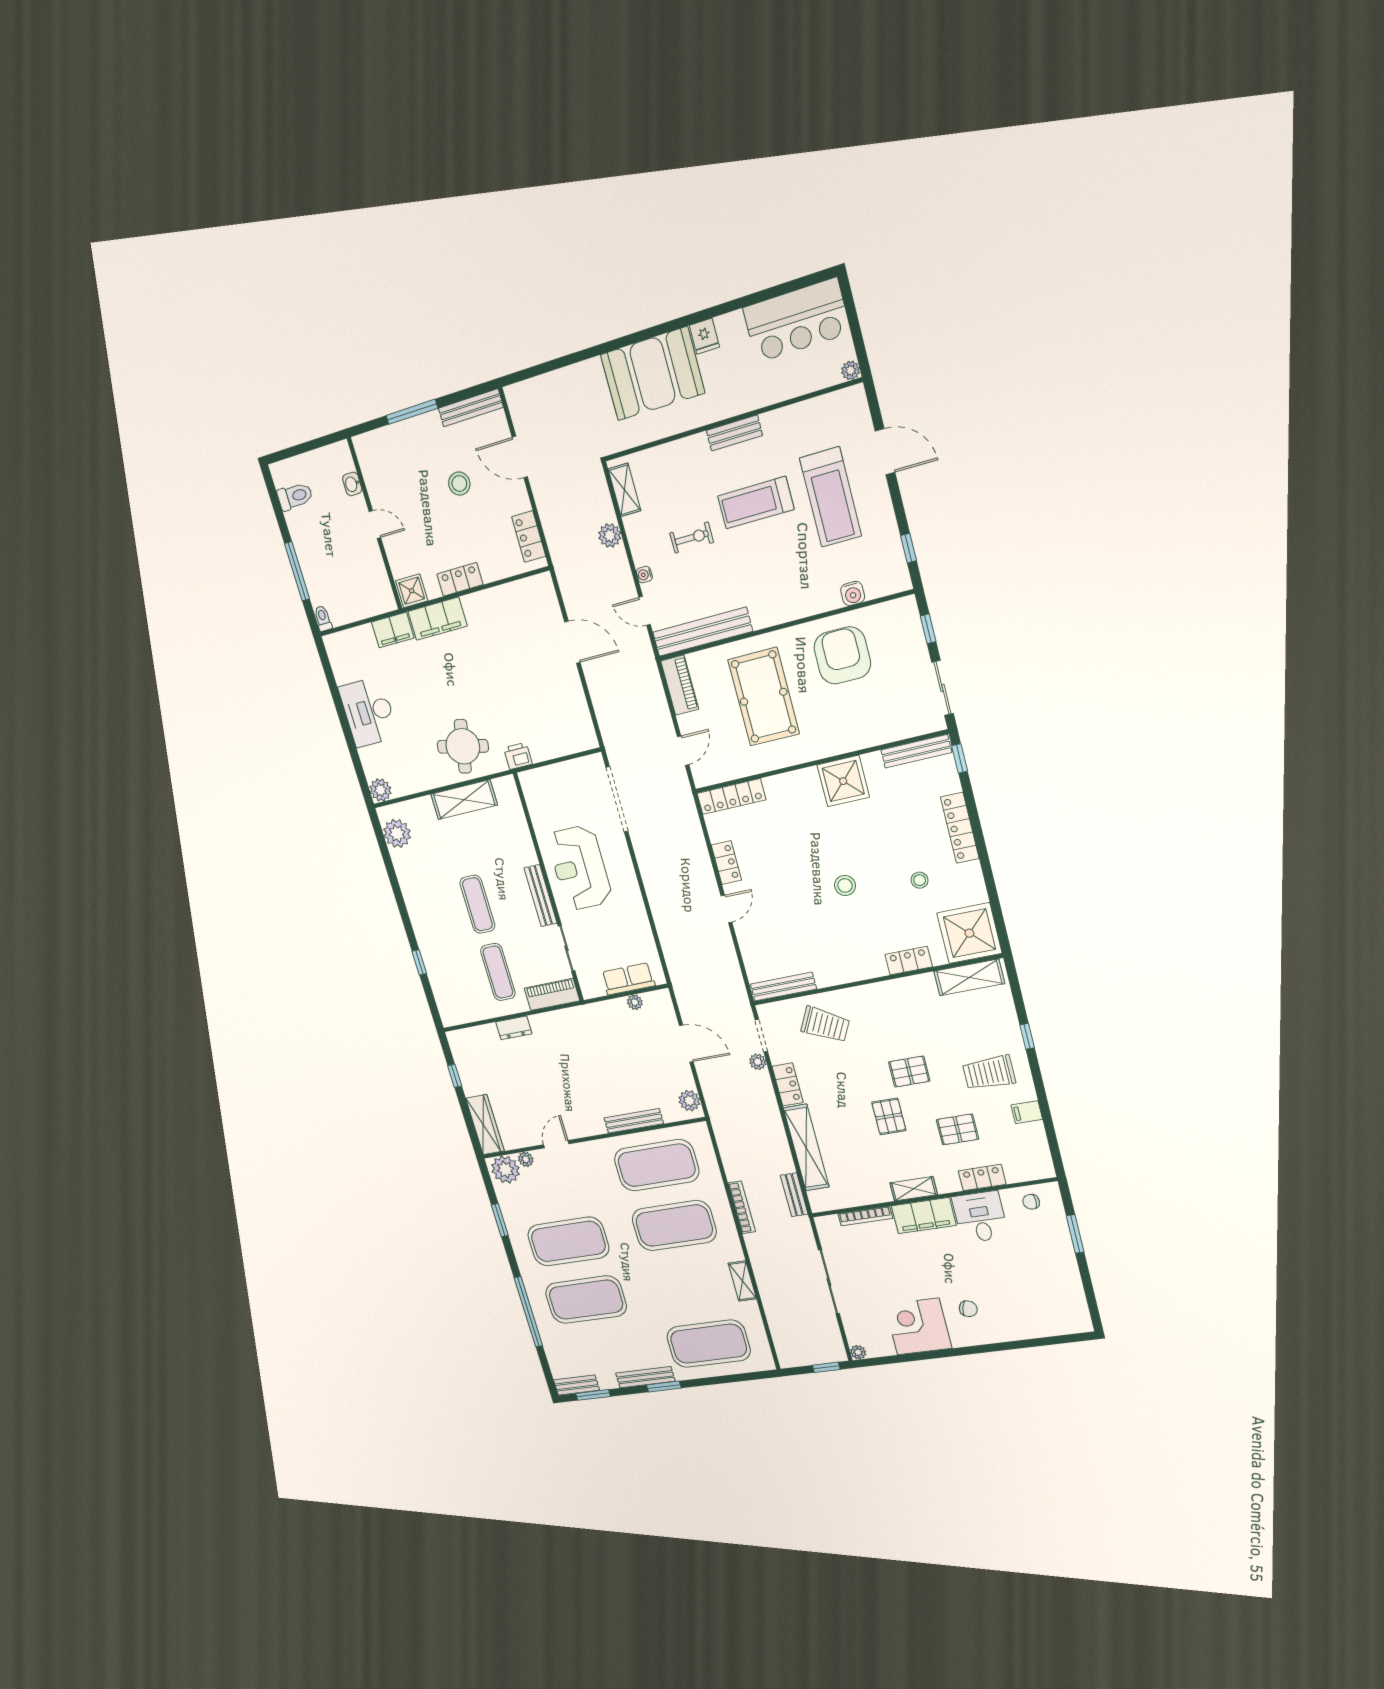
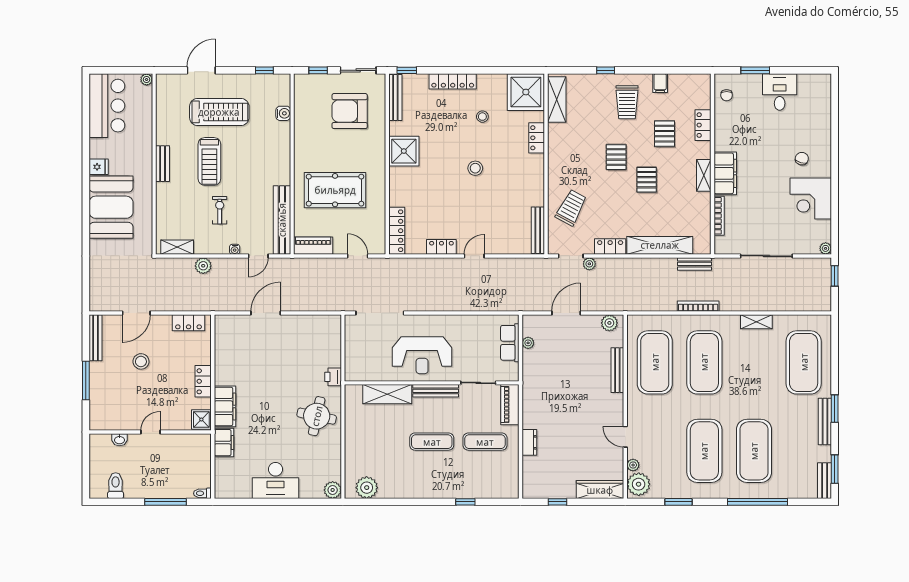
armchair: (842, 655) -> (350, 111), moved
shelving: (464, 800) -> (387, 394), moved, turned 90
door: (726, 909) -> (474, 256), hinge flipped
pallet: (889, 1116) -> (647, 180), turned 90
desk: (980, 1217) -> (780, 92), moved, turned 90

